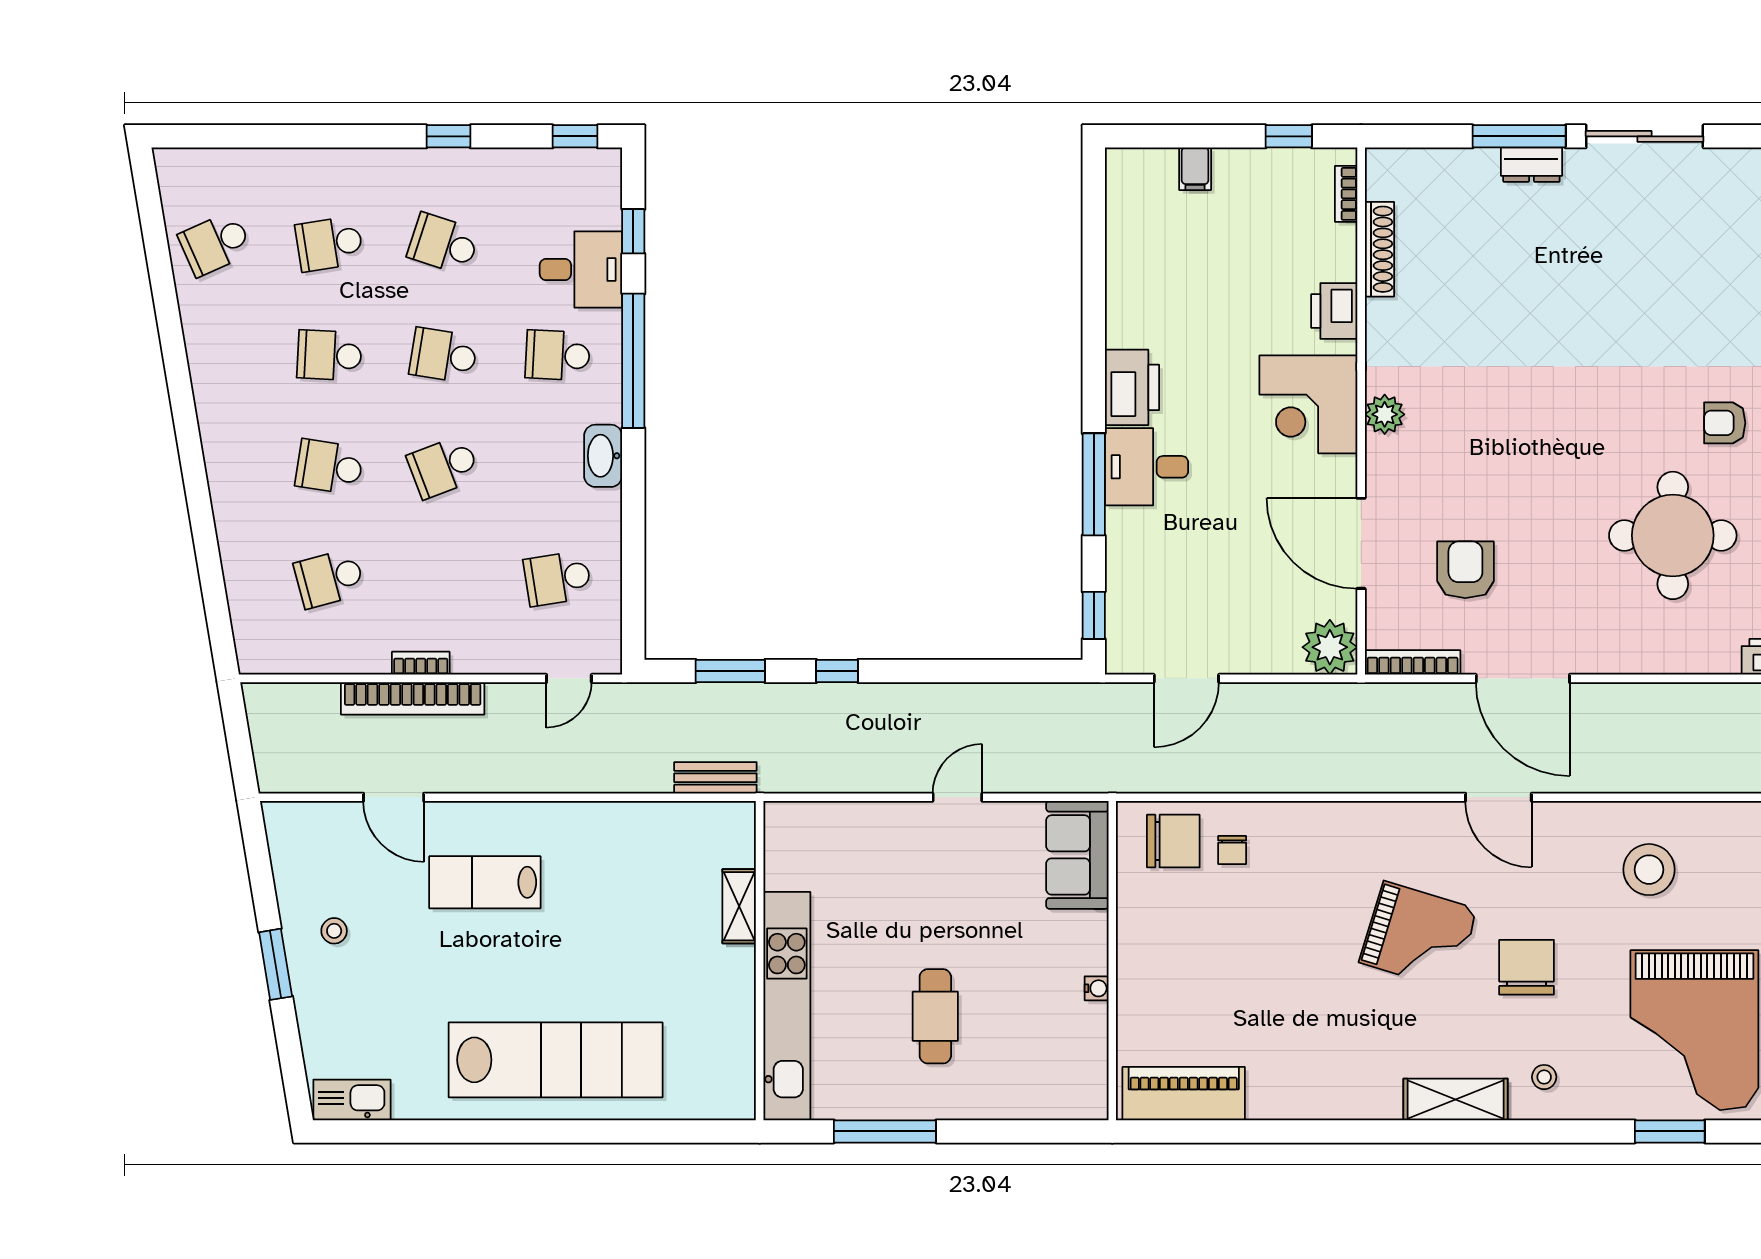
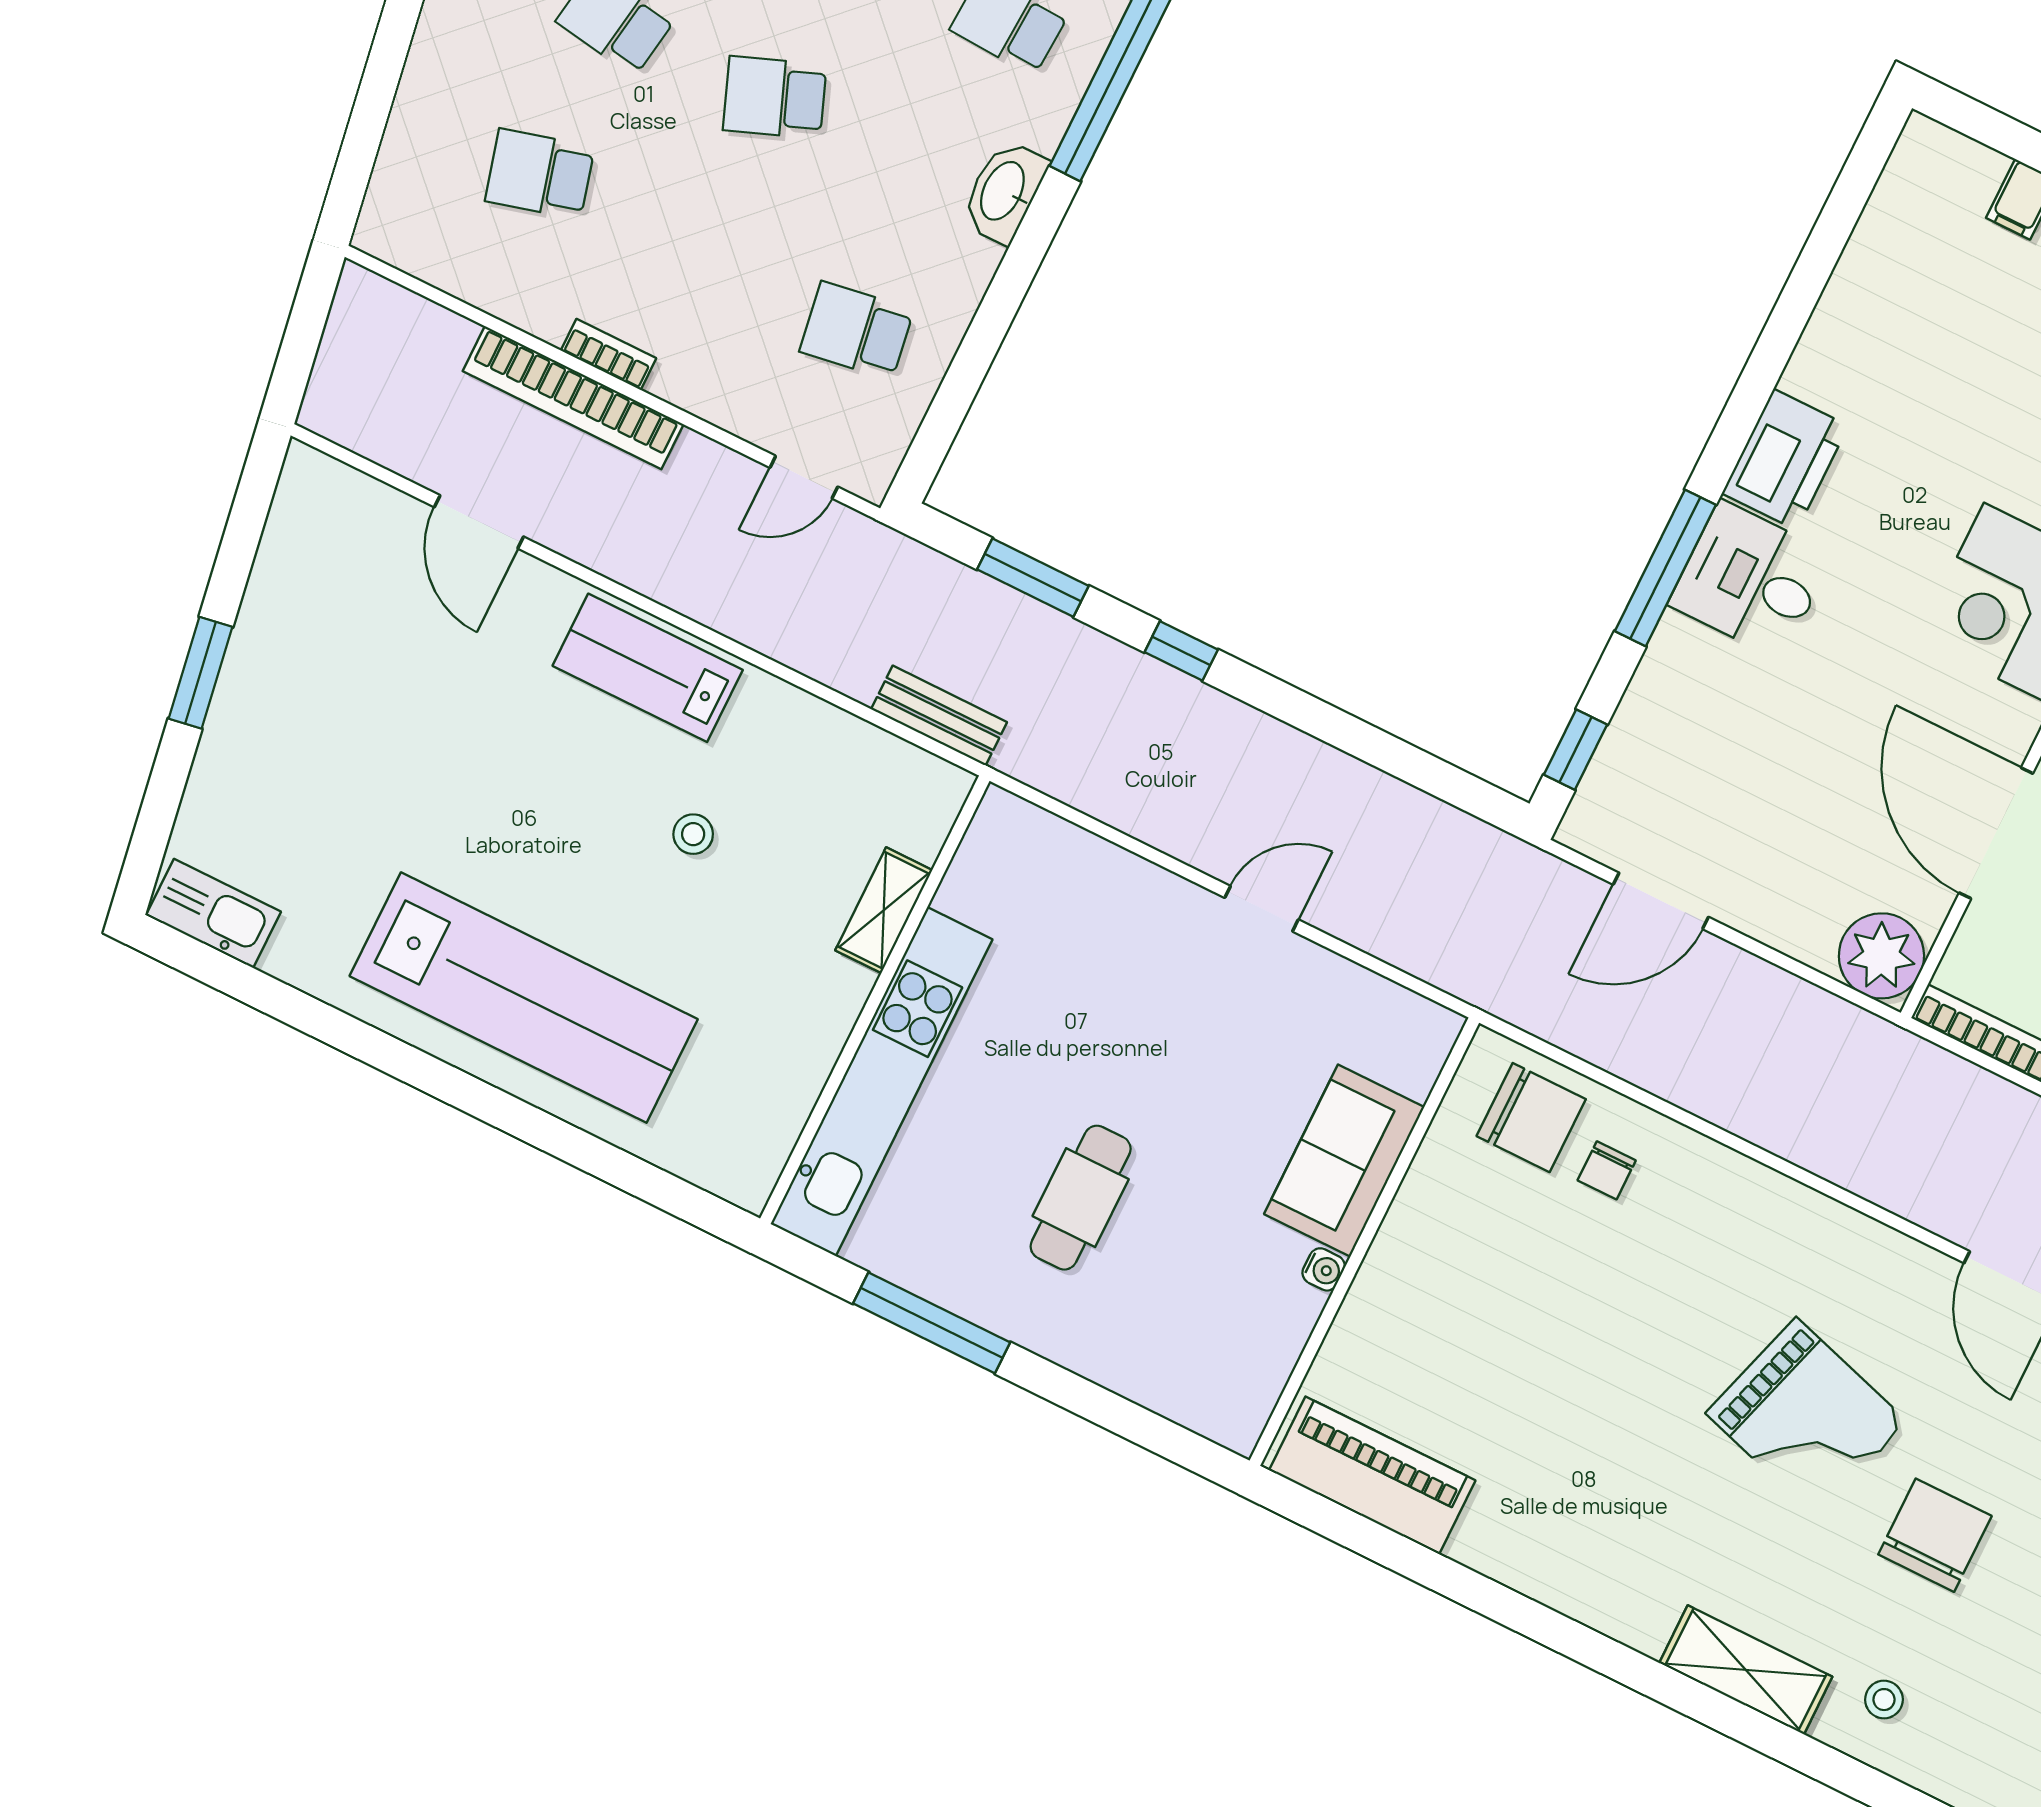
sofa: (1077, 855) -> (1344, 1161), moved
lab bench: (485, 882) -> (648, 668), moved
stool: (334, 931) -> (693, 834), moved

